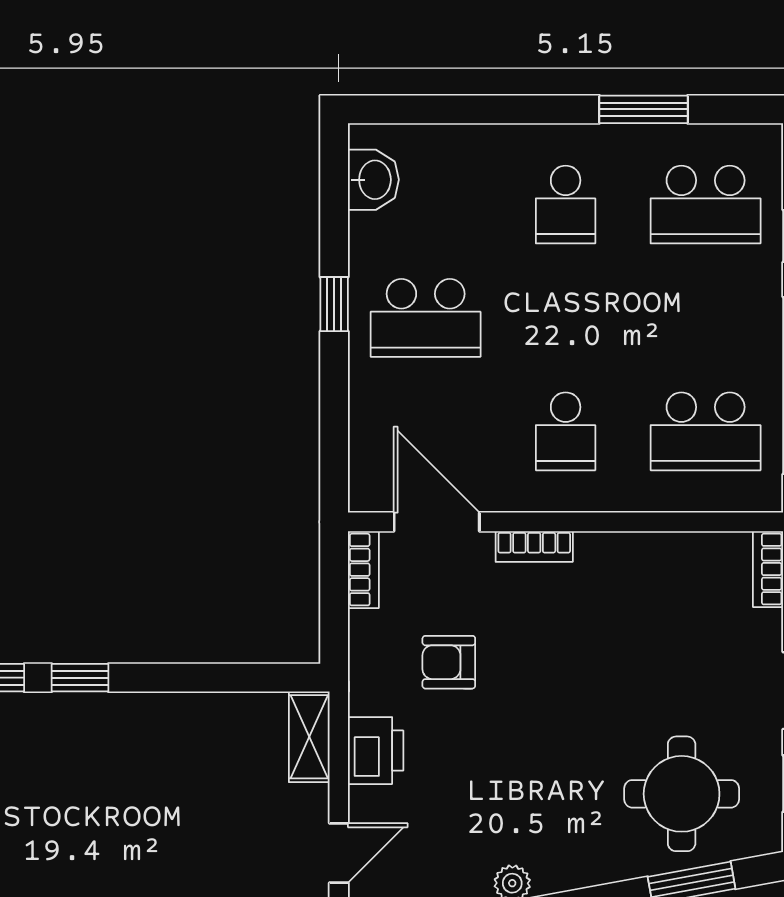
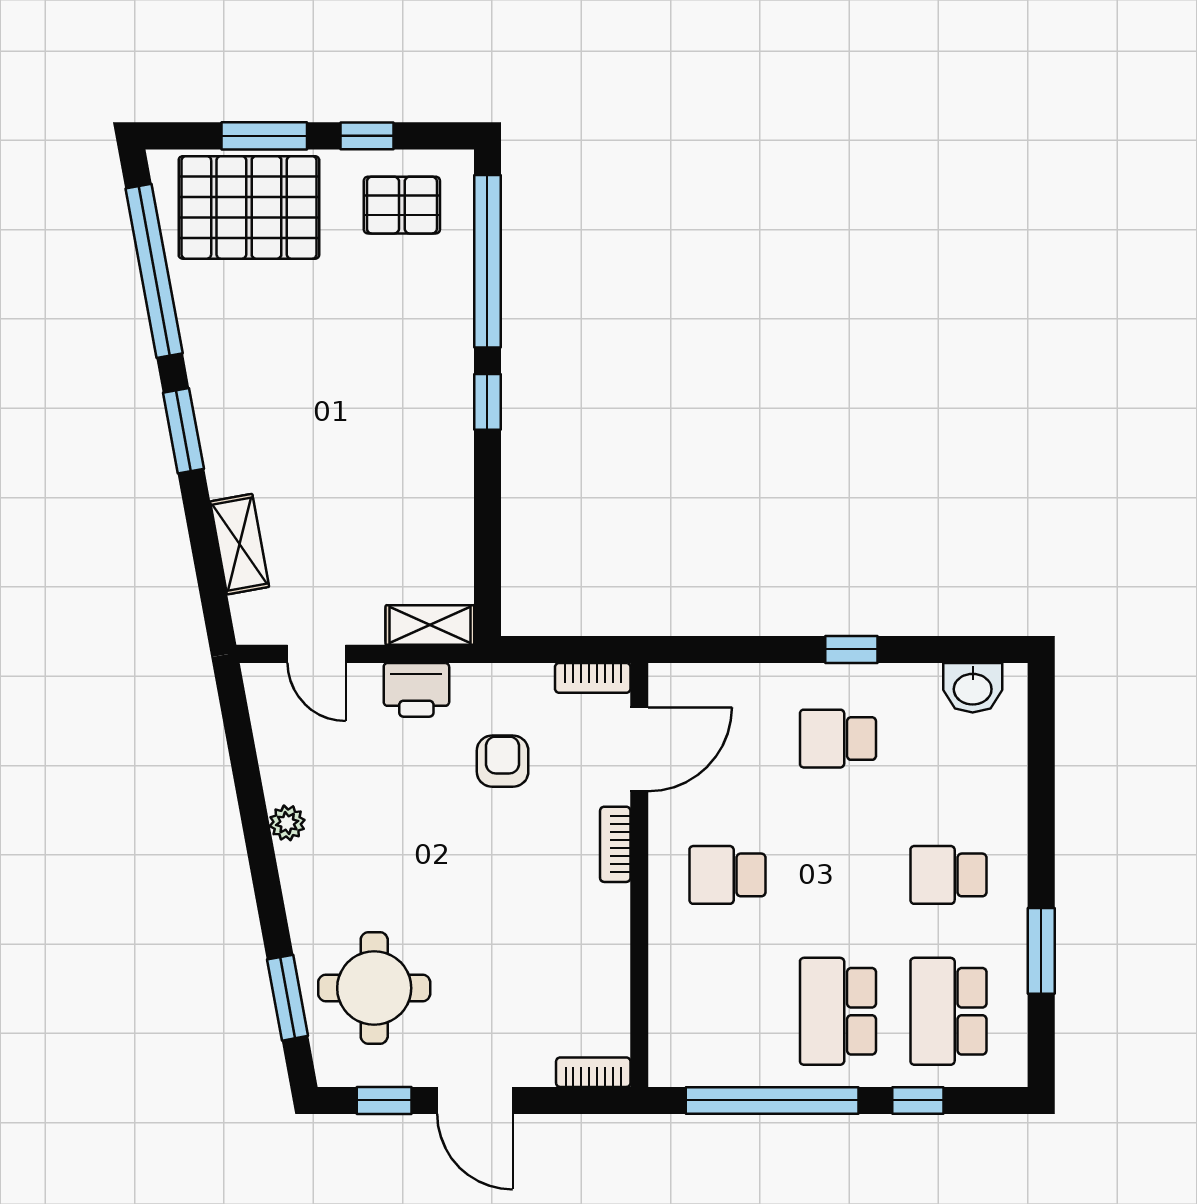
school desk: (426, 318) -> (838, 739), width x0.54
school desk: (706, 431) -> (838, 1011), moved

